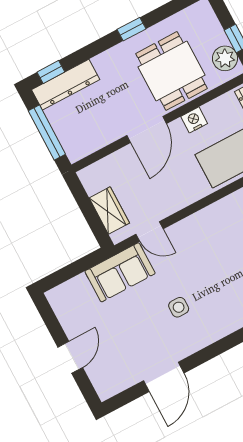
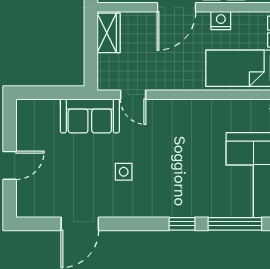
wardrobe: (109, 210) -> (109, 33), moved

